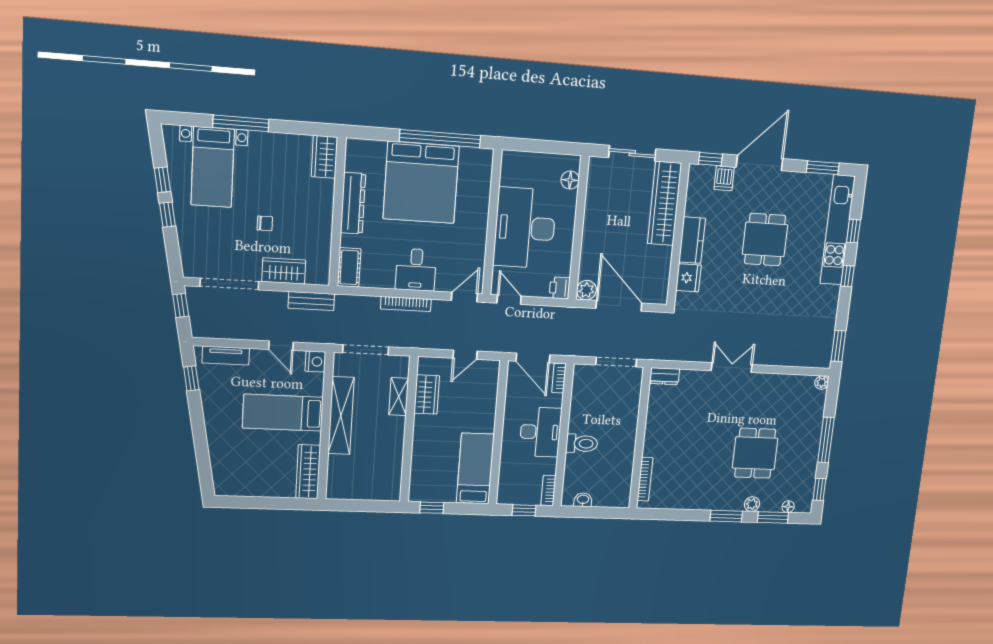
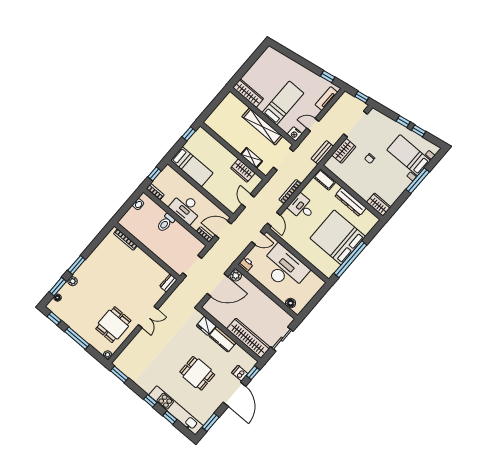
dining table: (755, 453) -> (113, 325), moved, turned 90

